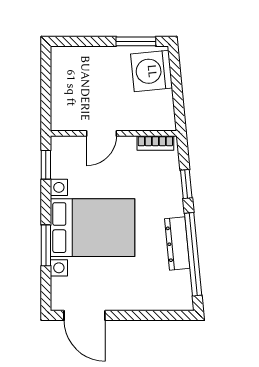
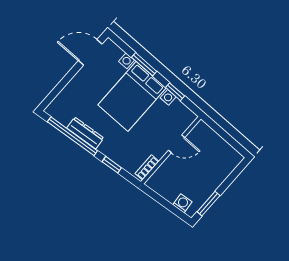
washing machine: (152, 71) -> (182, 203), width x0.53, depth x0.53
door: (101, 133) -> (177, 144), swing flipped
window: (46, 165) -> (175, 92), moved

